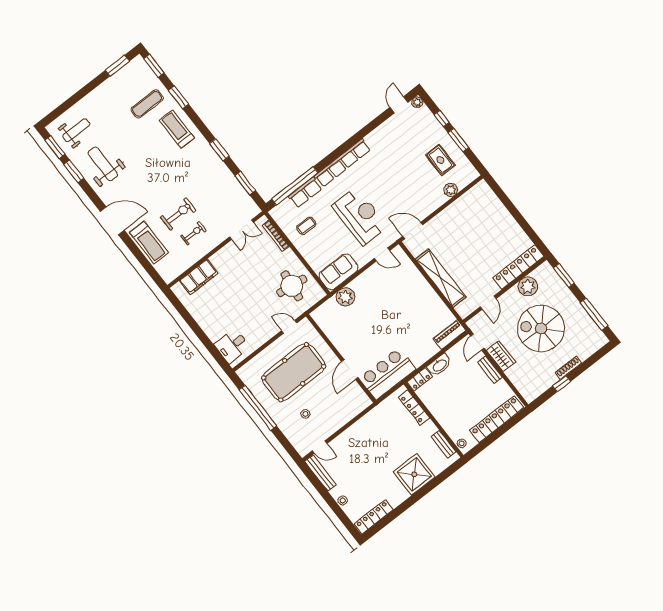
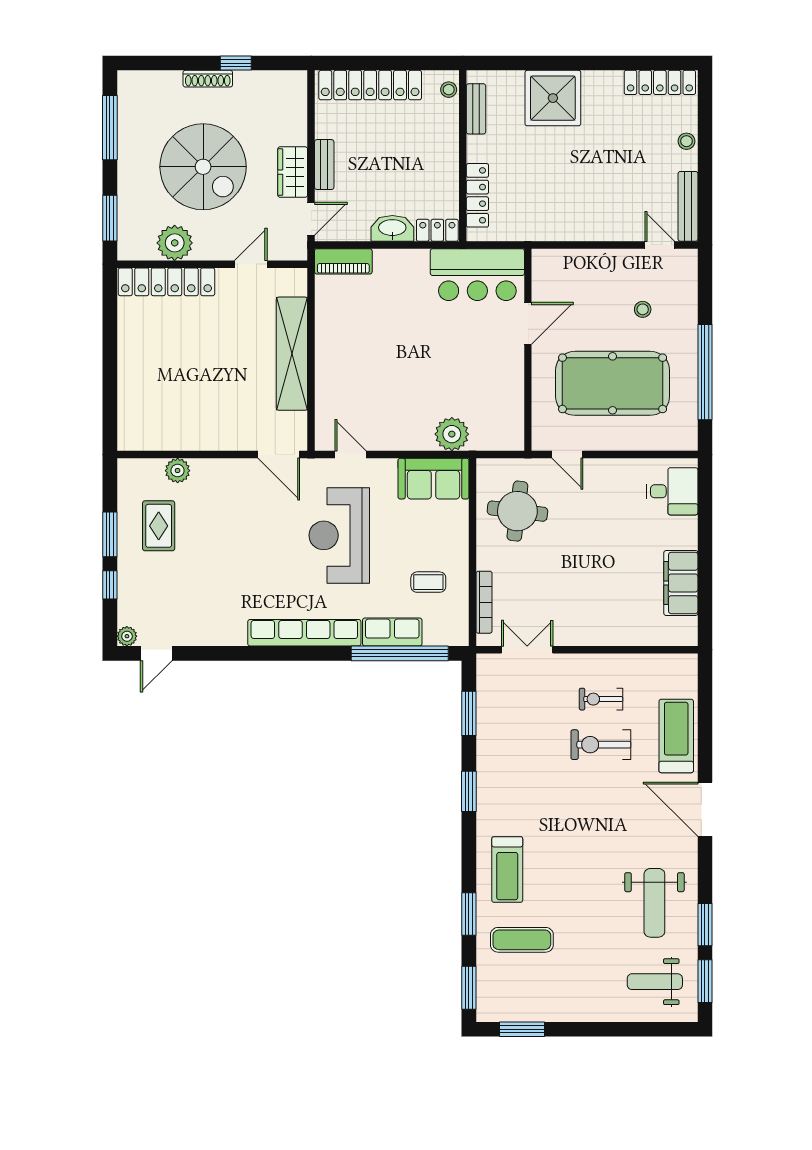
filing cabinet: (199, 277) -> (681, 583), moved, turned -90

